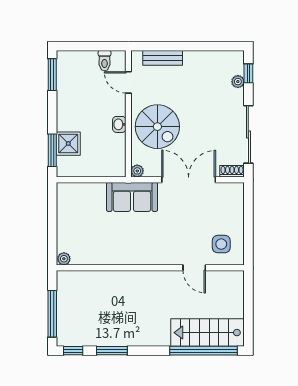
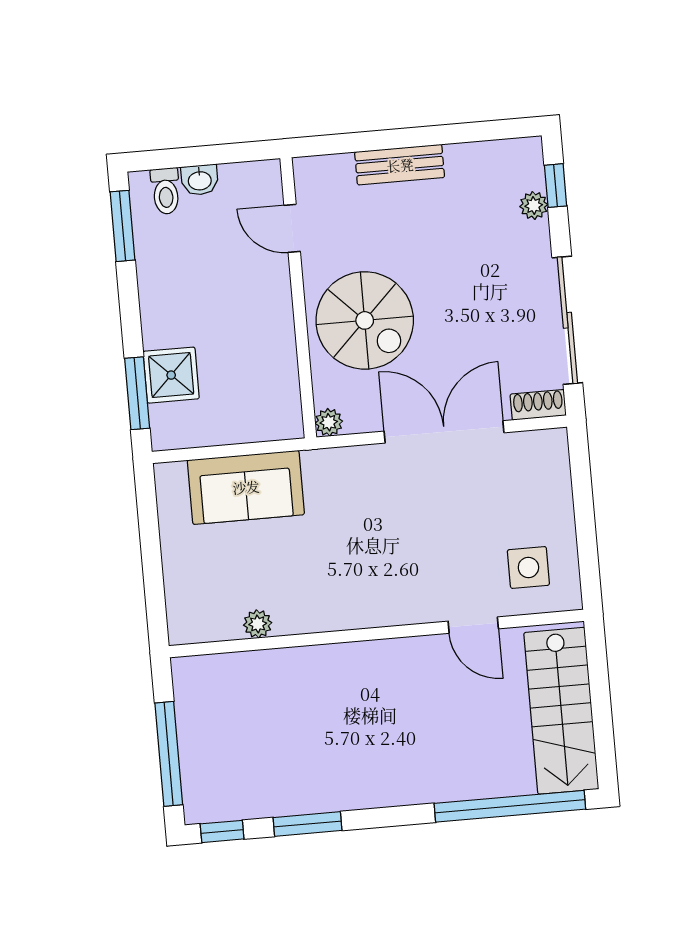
bench: (163, 58) -> (400, 165), moved
toilet: (105, 61) -> (166, 191), moved
washbasin: (119, 124) -> (200, 180), moved, turned -90
sofa: (132, 197) -> (246, 487), moved
plant: (64, 259) -> (258, 624), moved
stairs: (208, 333) -> (561, 711), moved, turned -90

